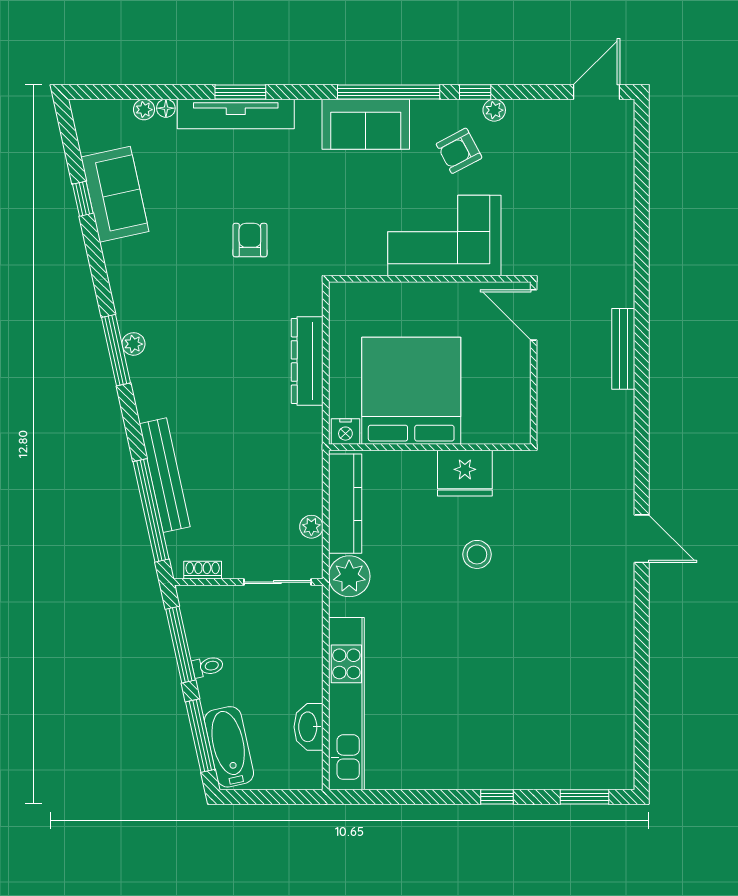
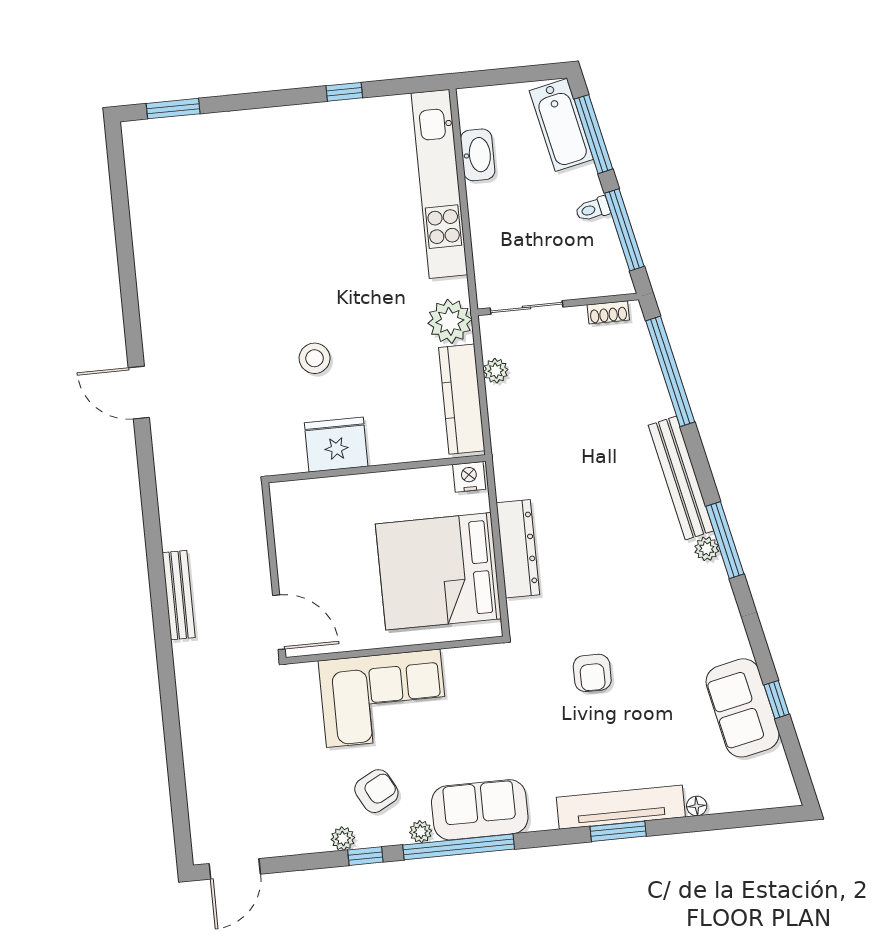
plant: (144, 110) -> (421, 832), moved
bed: (411, 391) -> (438, 571), moved, turned 90
bench: (165, 475) -> (681, 478), moved
window: (497, 797) -> (344, 92), moved

